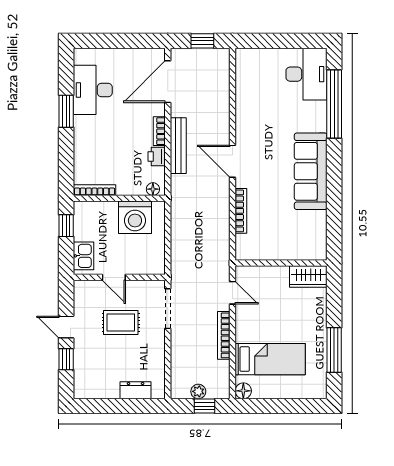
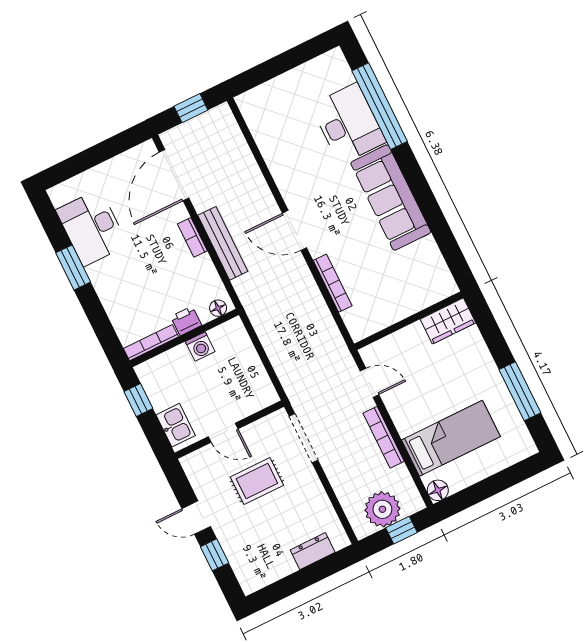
desk: (306, 74) -> (348, 124), moved
printer: (157, 156) -> (186, 321), moved, turned 90
washing machine: (135, 217) -> (200, 346), width x0.53, depth x0.53
plant: (198, 391) -> (382, 509), width x1.88, depth x1.88

